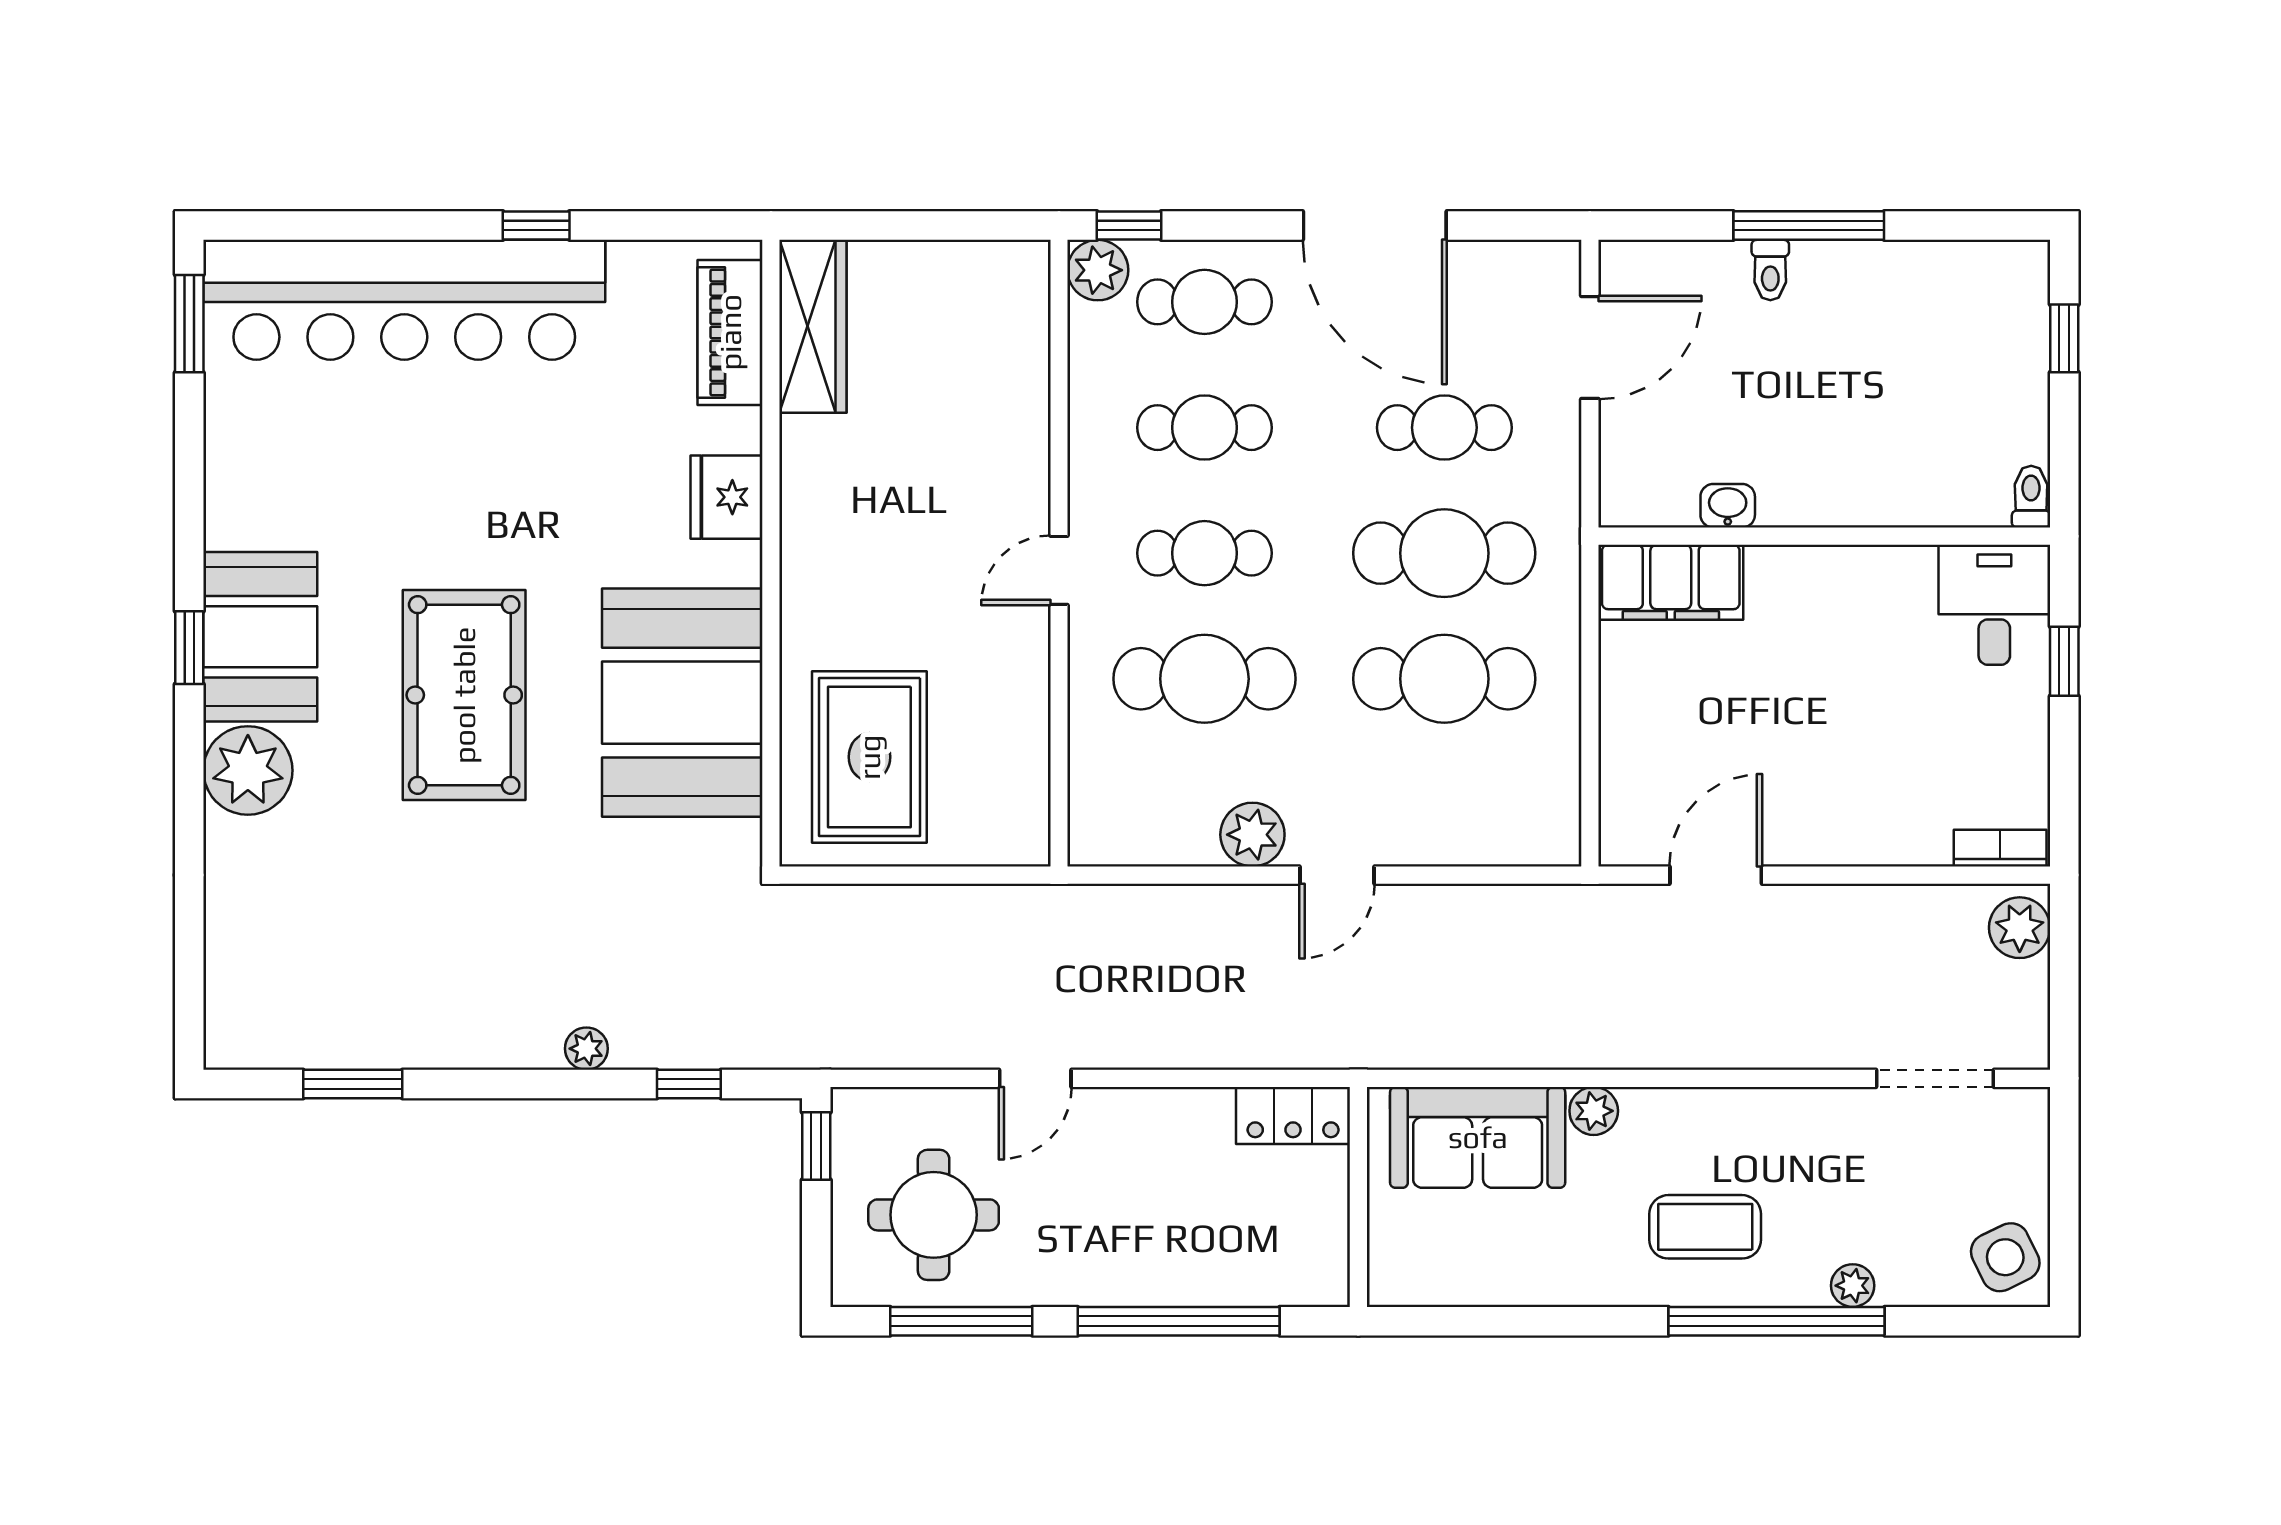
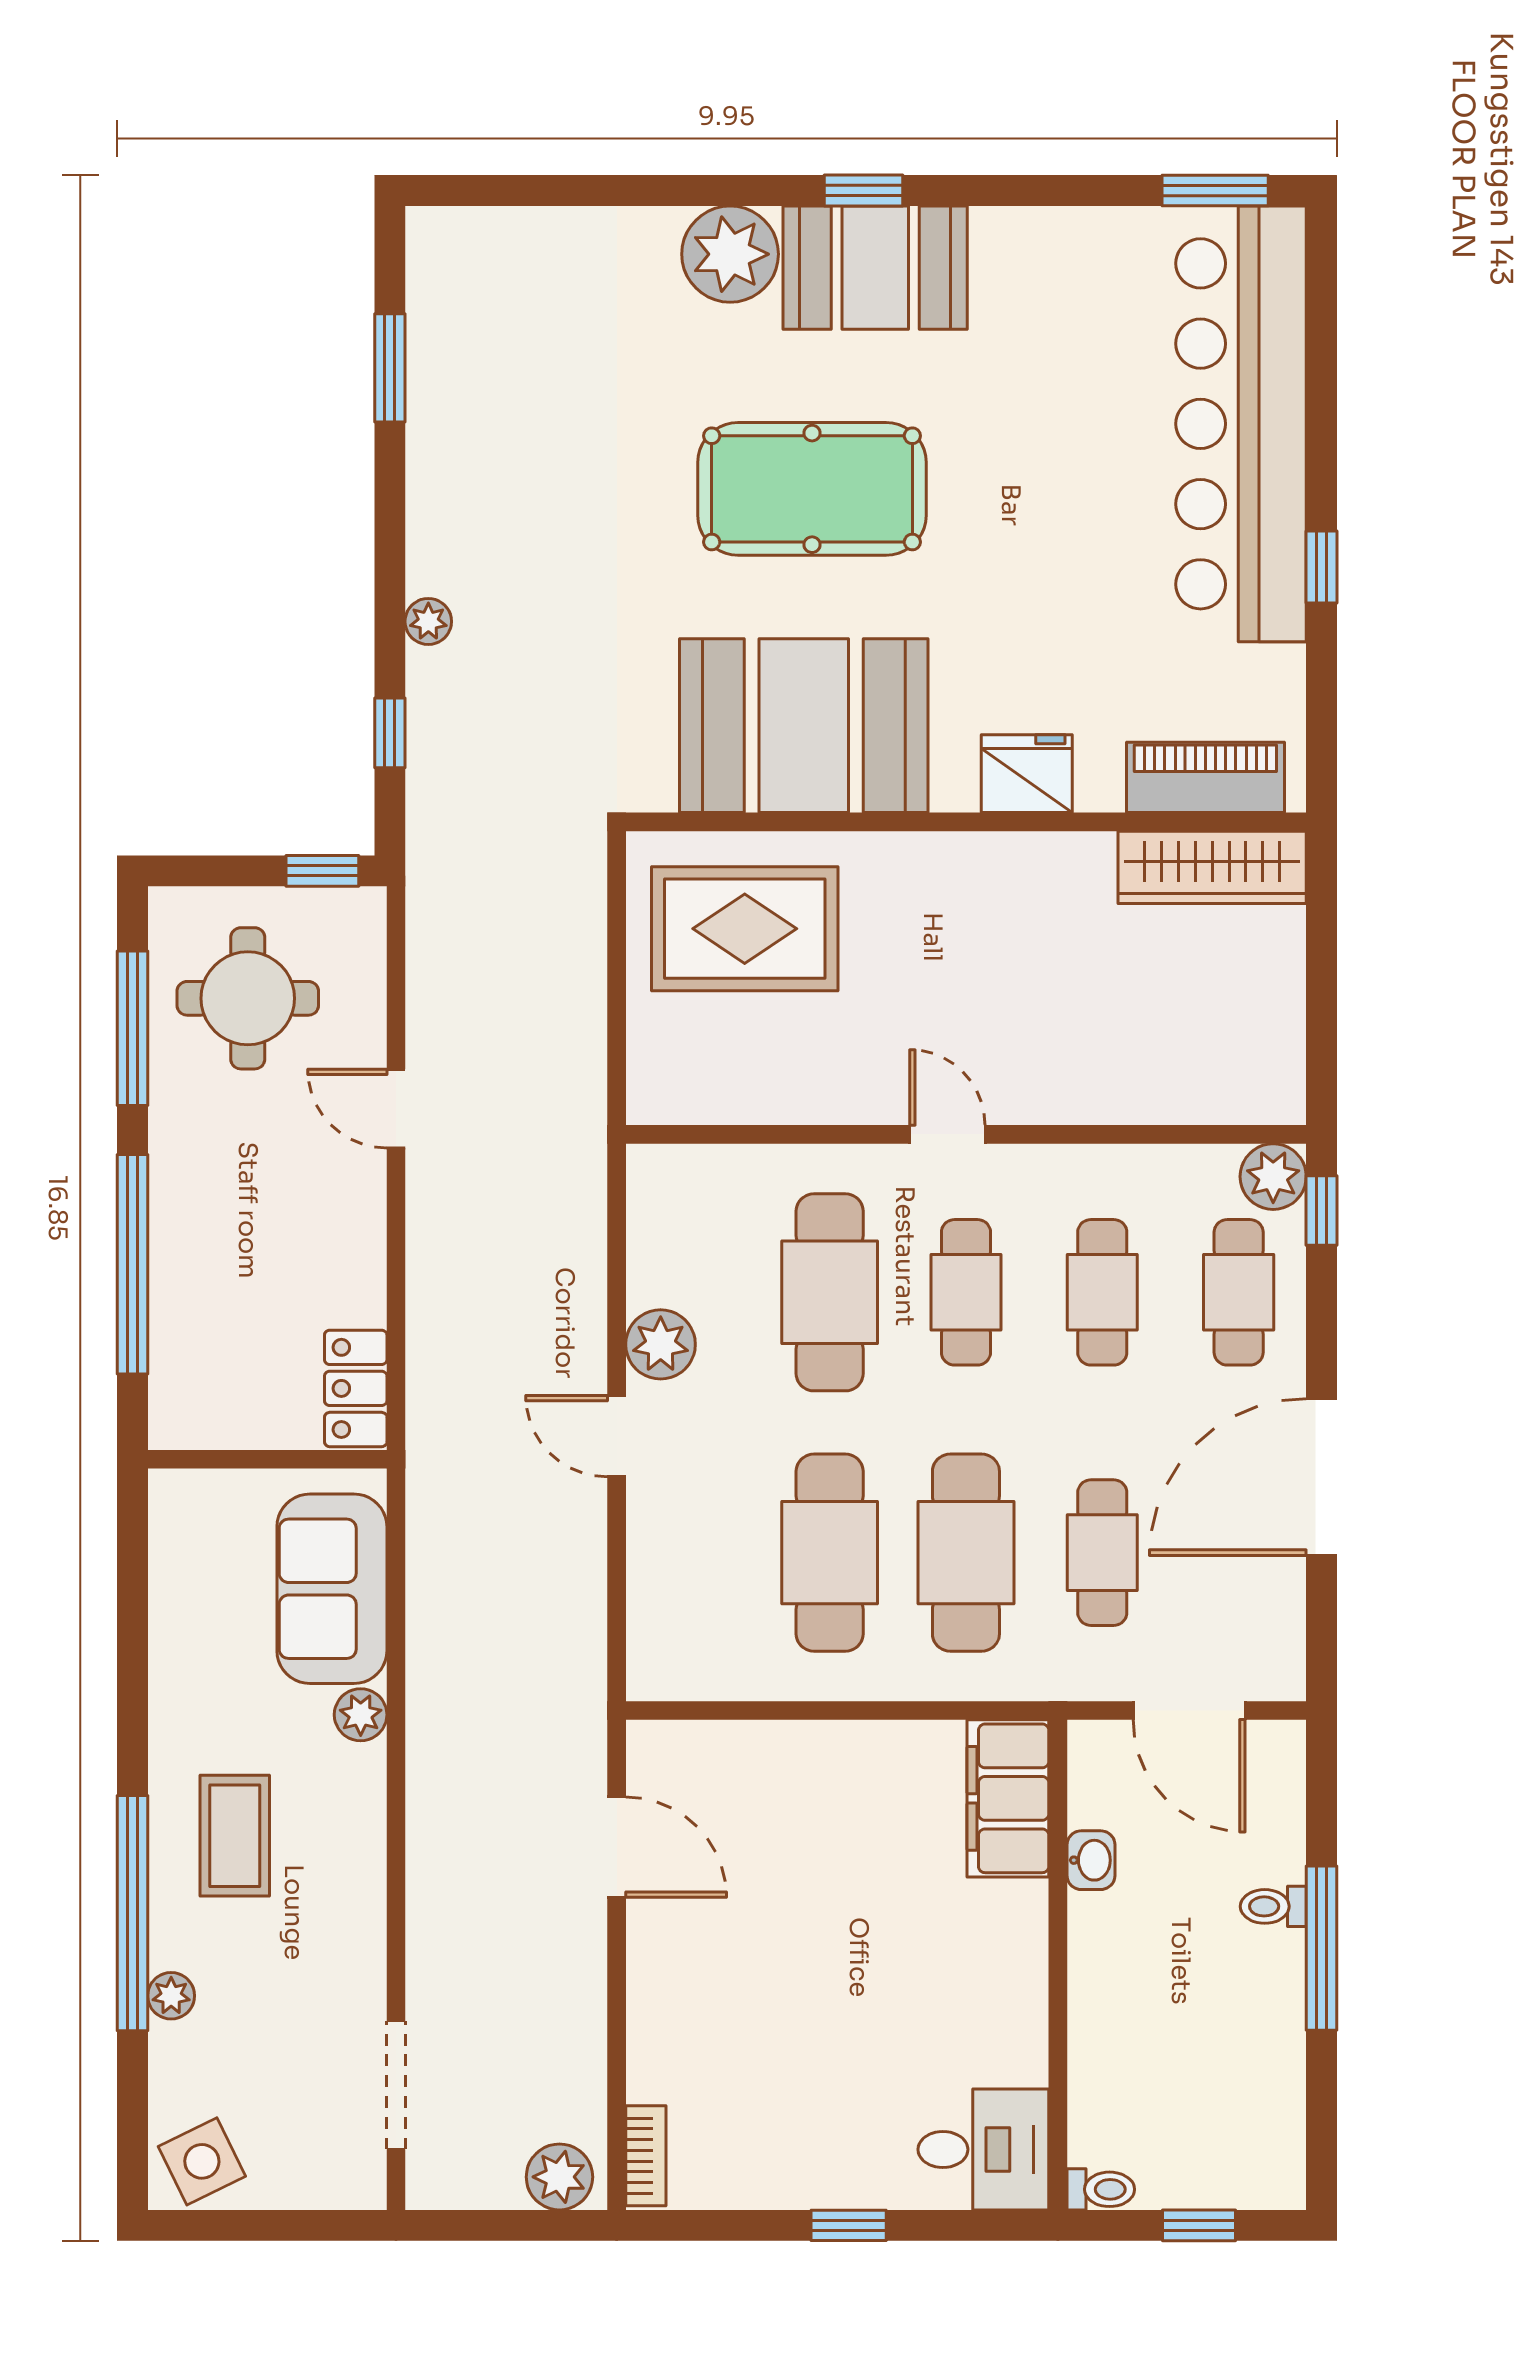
toilet: (2031, 497) -> (1101, 2189), moved
washbasin: (1728, 506) -> (1091, 1860), moved
wall: (1824, 536) -> (1058, 1965), moved
filing cabinet: (1671, 582) -> (1008, 1798), moved
desk: (1994, 605) -> (983, 2149), moved

